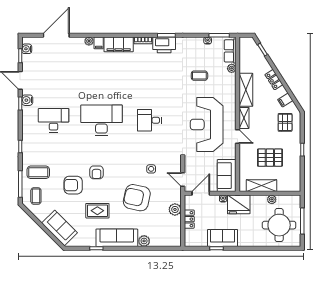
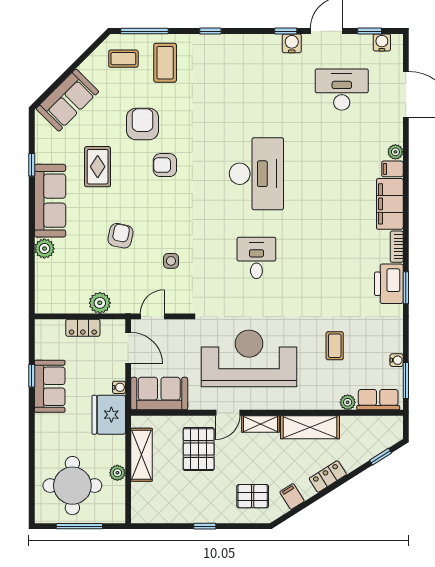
desk: (54, 120) -> (342, 90), moved, turned -90
pallet: (270, 158) -> (199, 449), moved
armchair: (137, 198) -> (121, 236), width x0.53, depth x0.53

